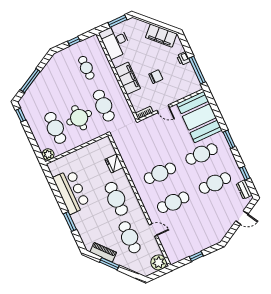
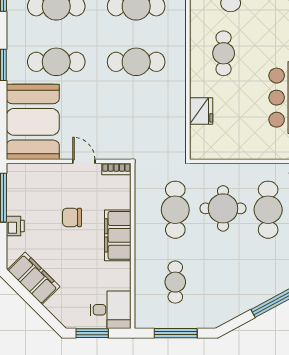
window: (74, 41) -> (176, 333), width x2.17
desk: (115, 41) -> (110, 310), width x0.73
cafe table: (116, 199) -> (224, 53), width x0.73, depth x0.74

